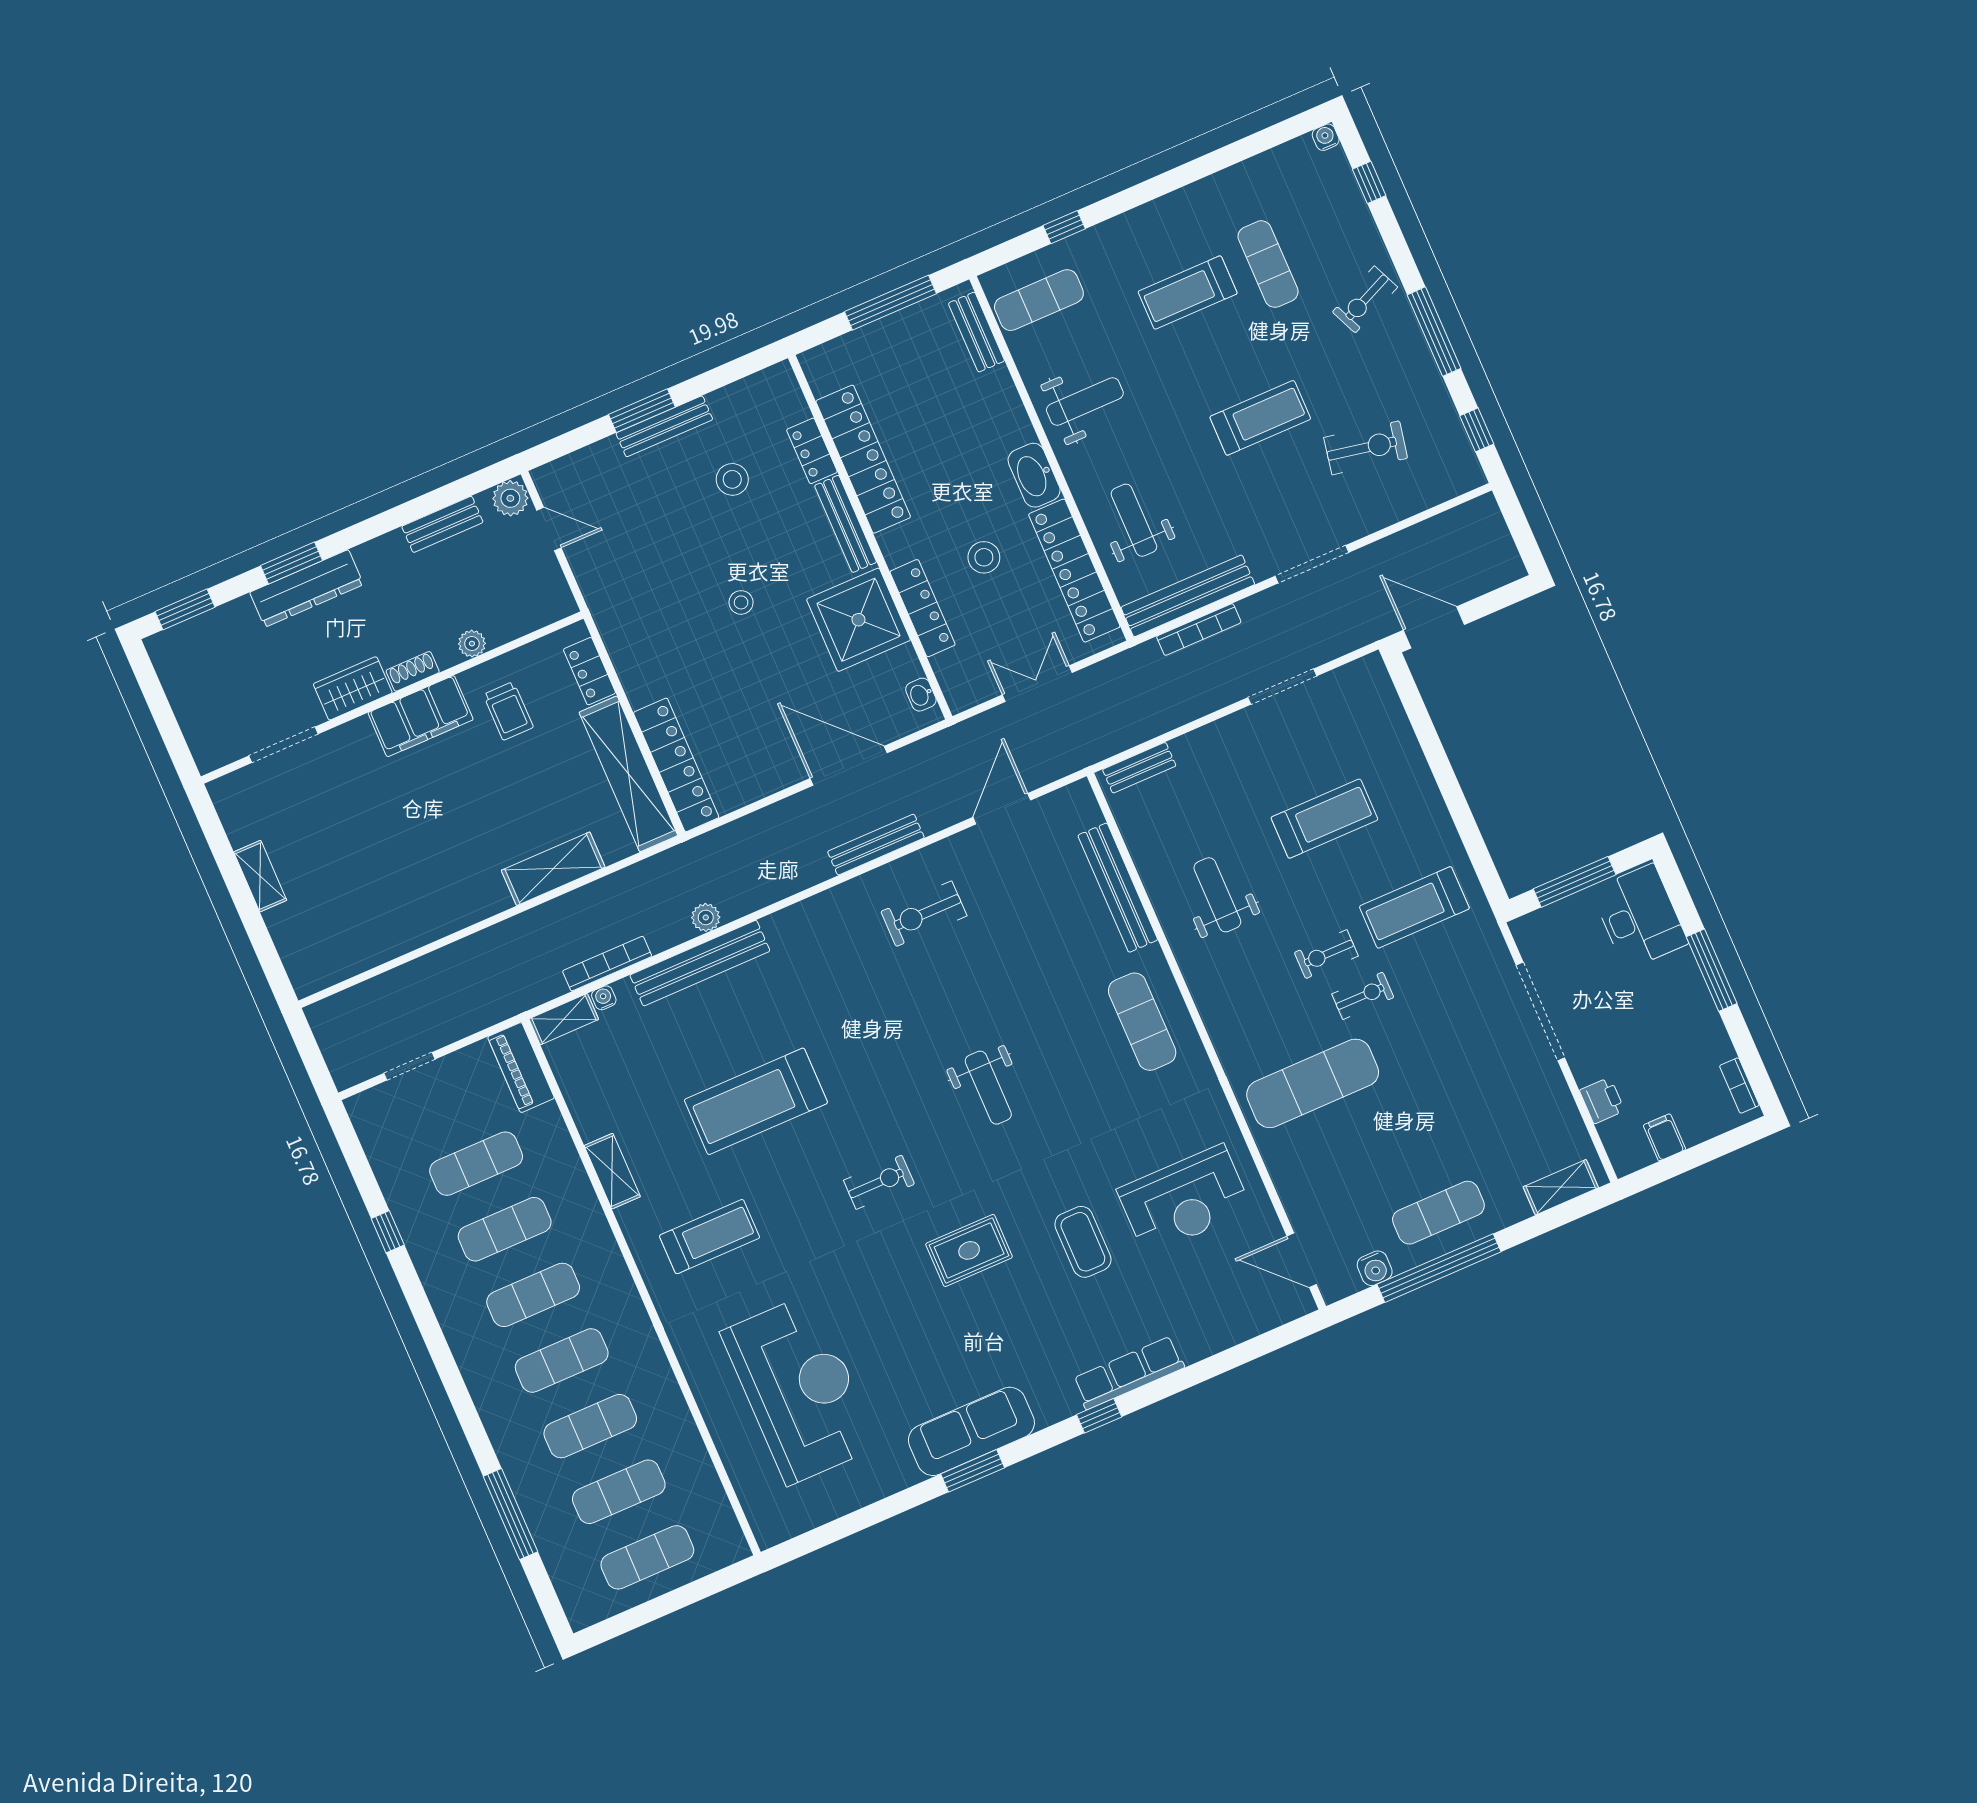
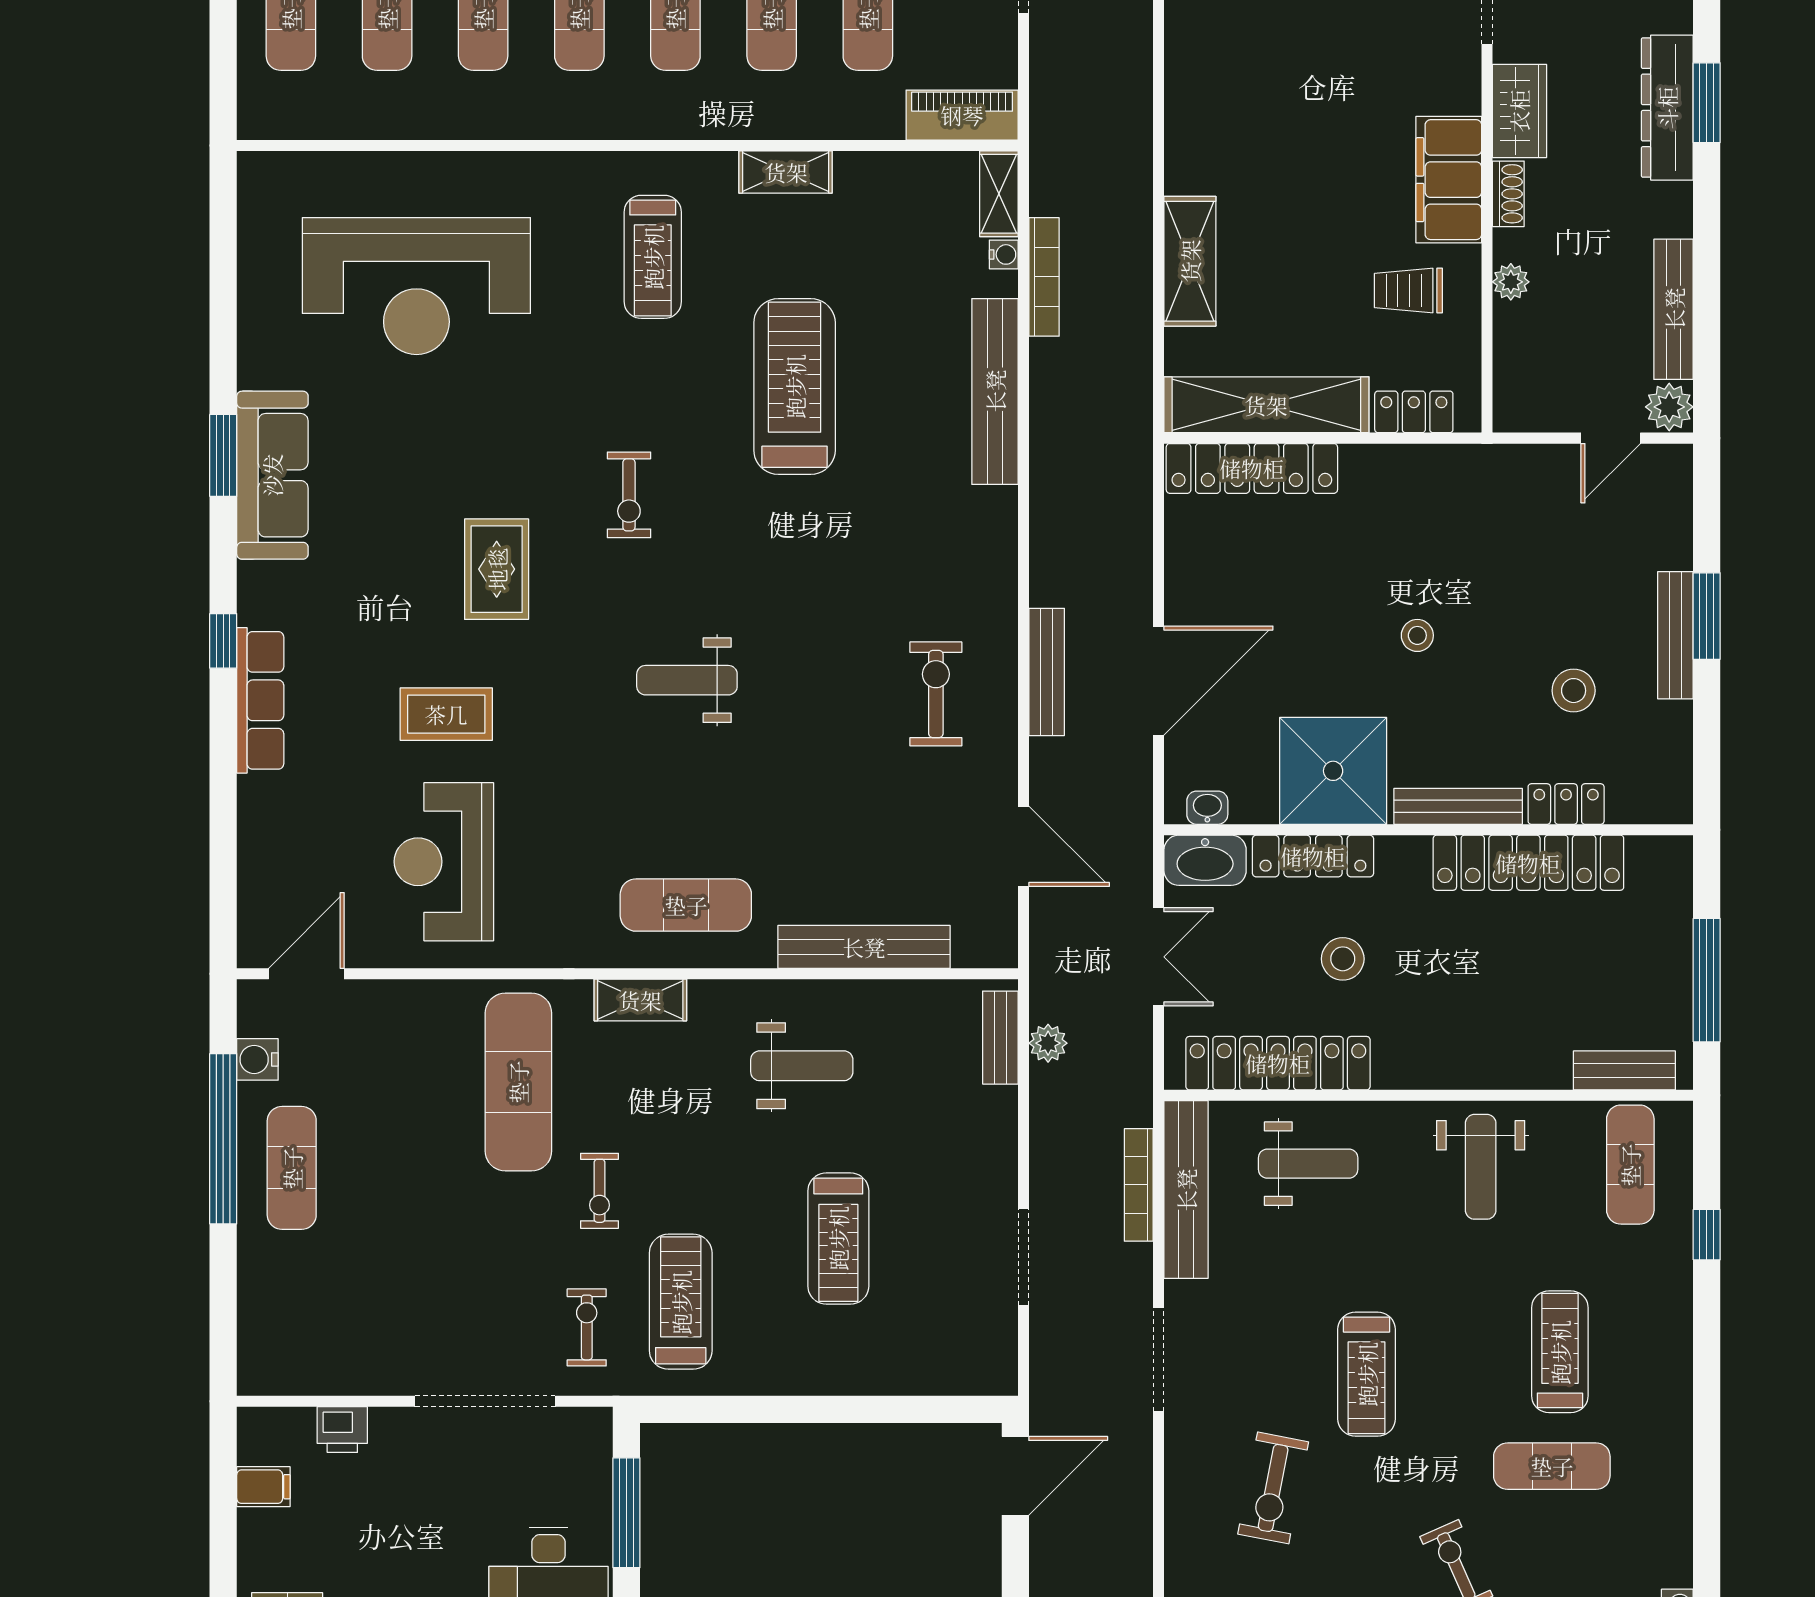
washbasin: (1034, 475) -> (1205, 860), moved, turned 180
bench: (442, 524) -> (1674, 309), width x1.36
plant: (706, 917) -> (1048, 1043), moved
exercise bike: (1326, 954) -> (587, 1327), moved
shelving: (1561, 1187) -> (640, 1000), moved, turned 90

